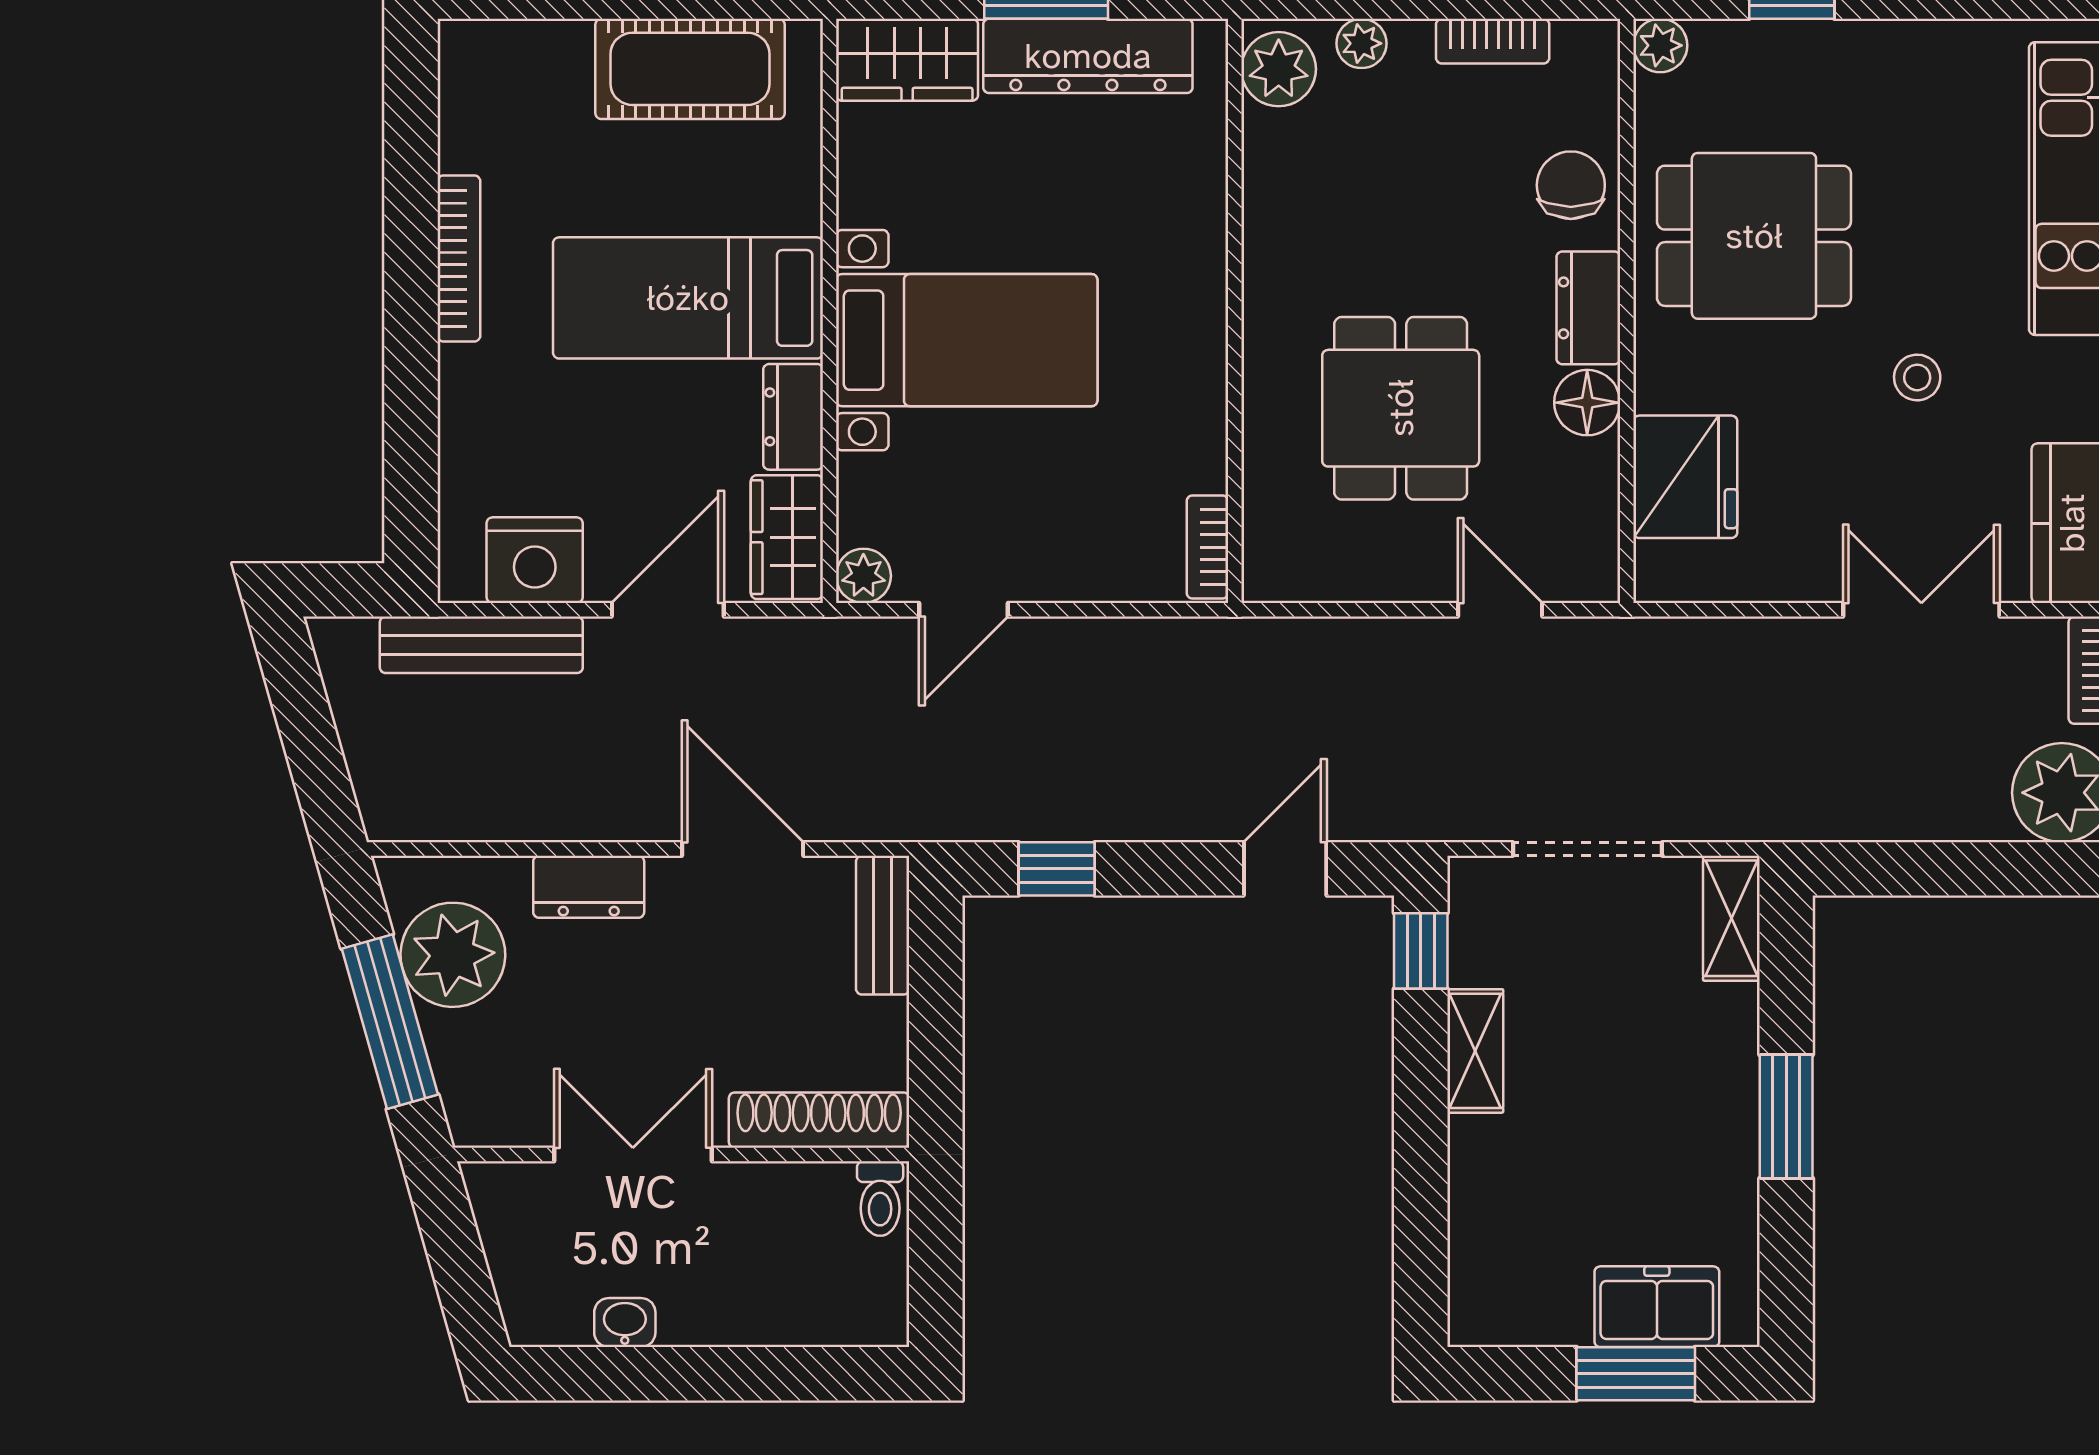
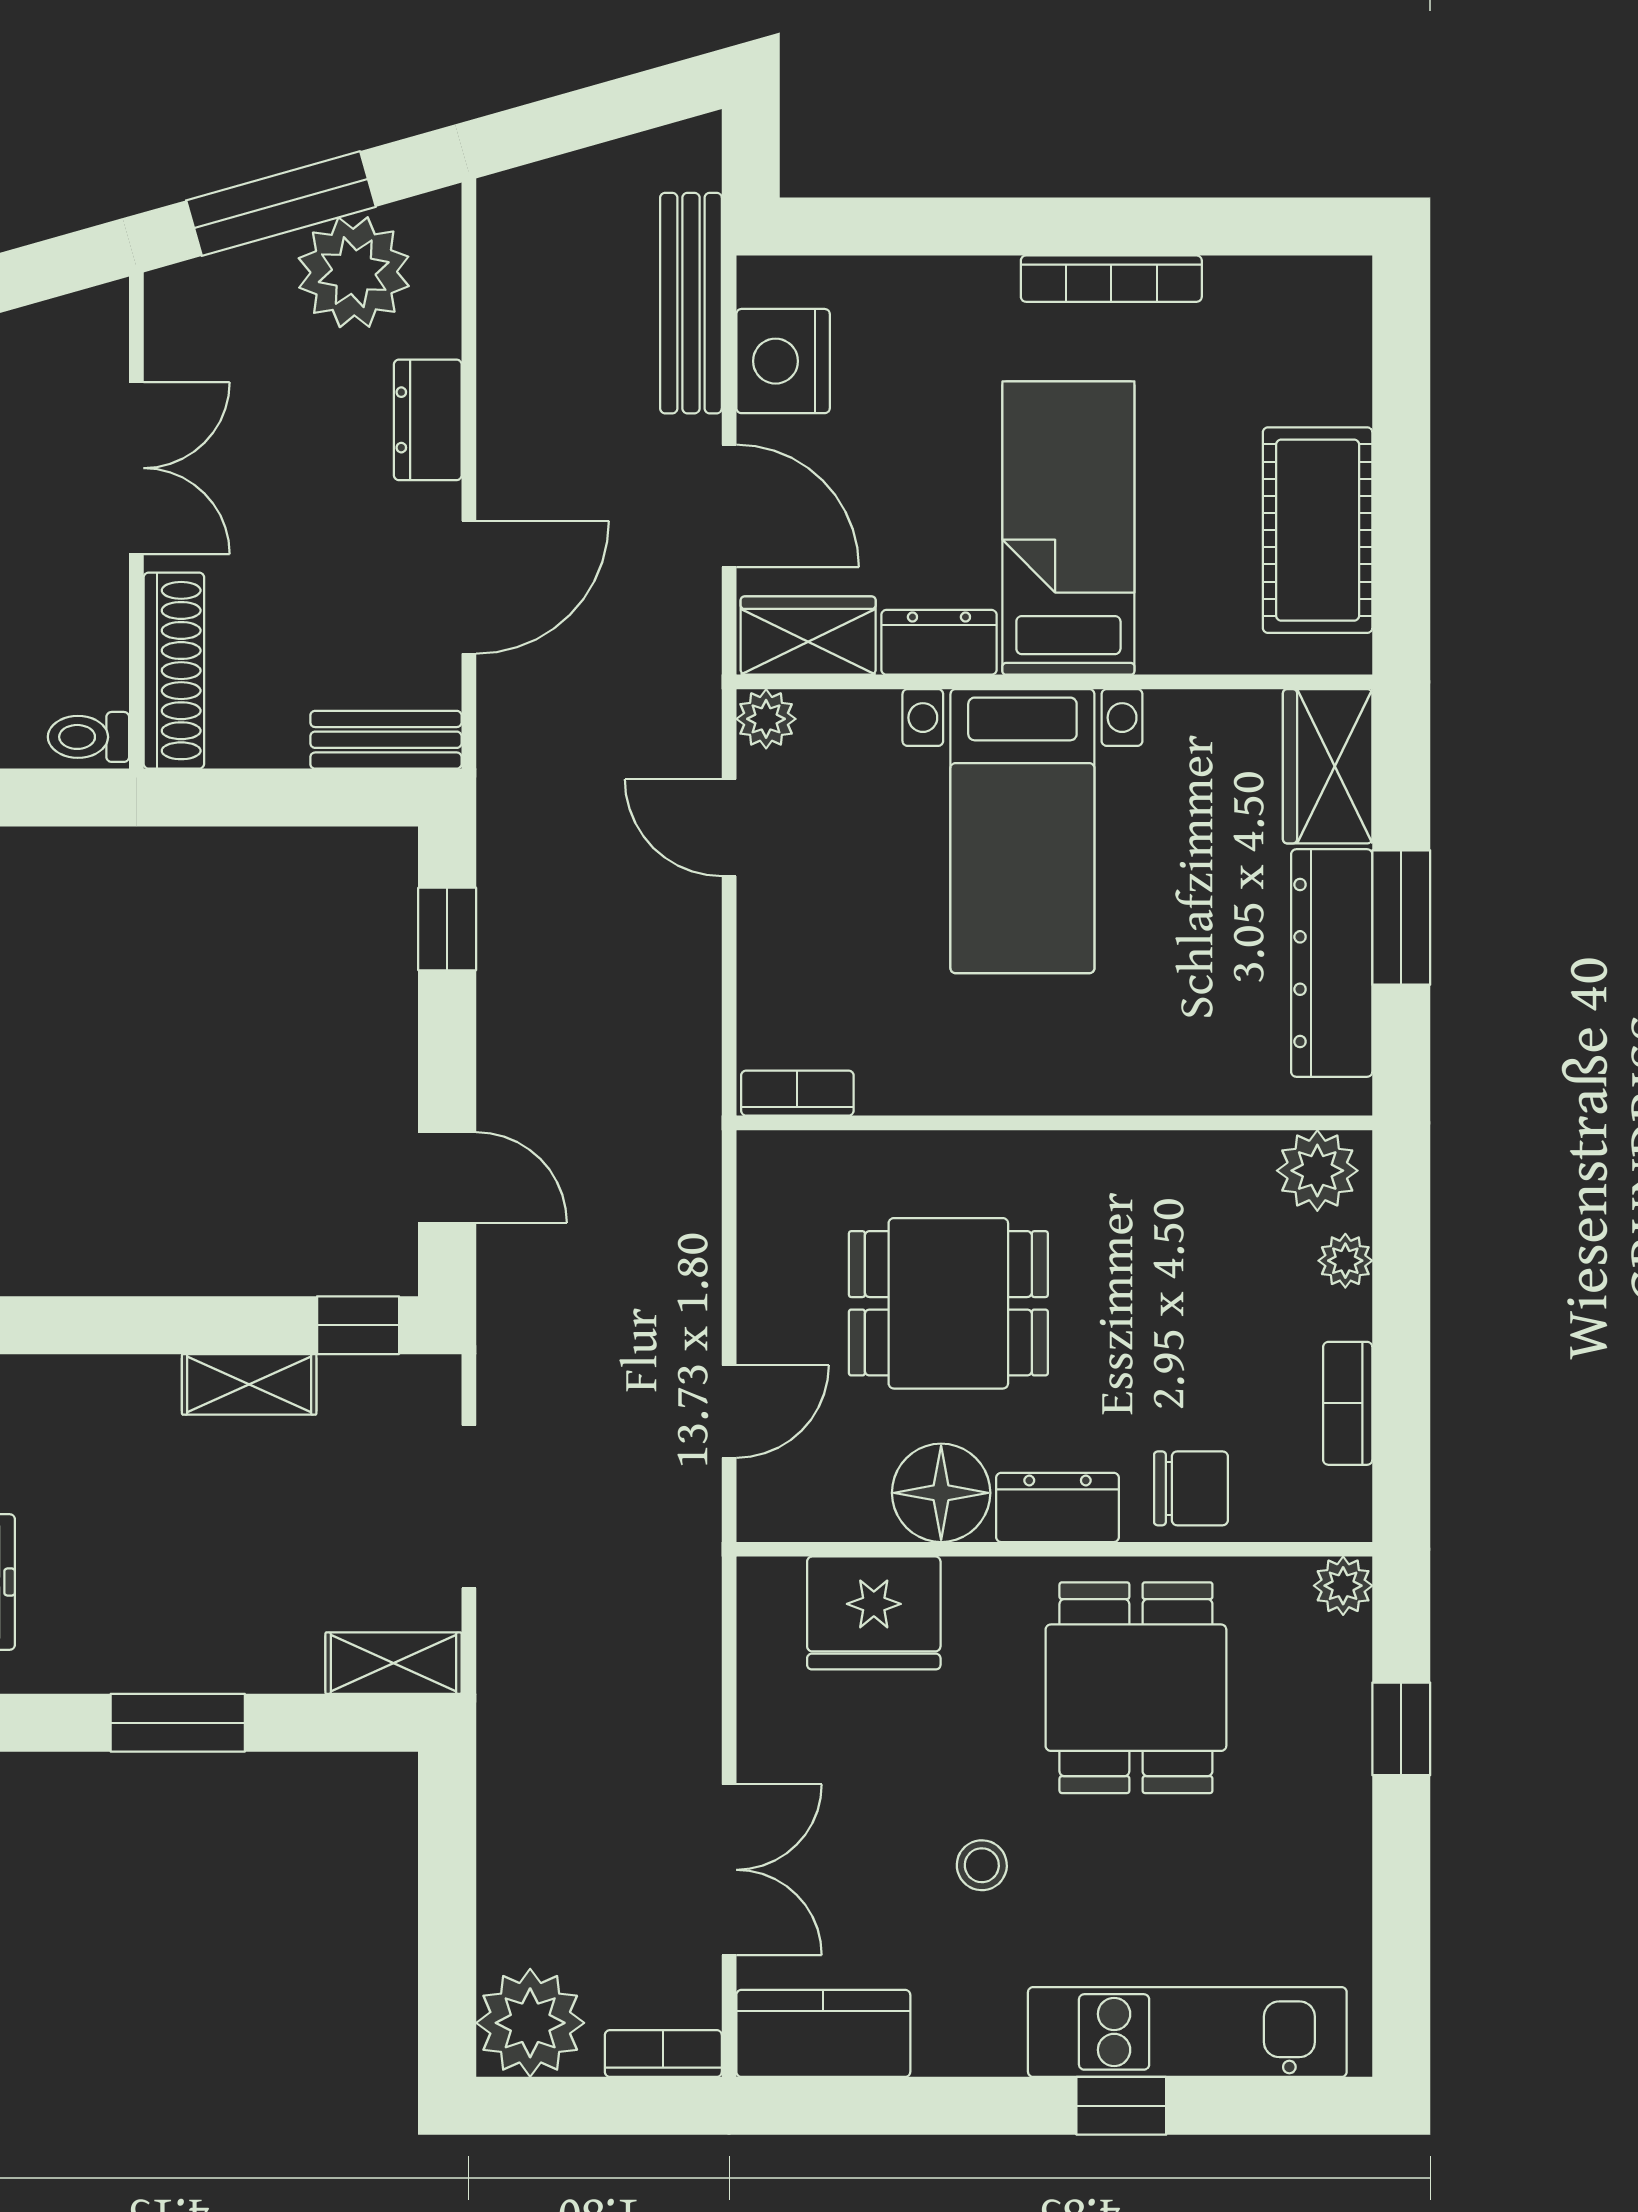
floor lamp: (1587, 403) -> (941, 1493), width x1.38, depth x1.38

